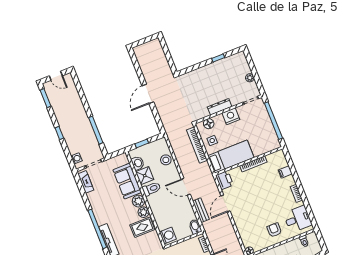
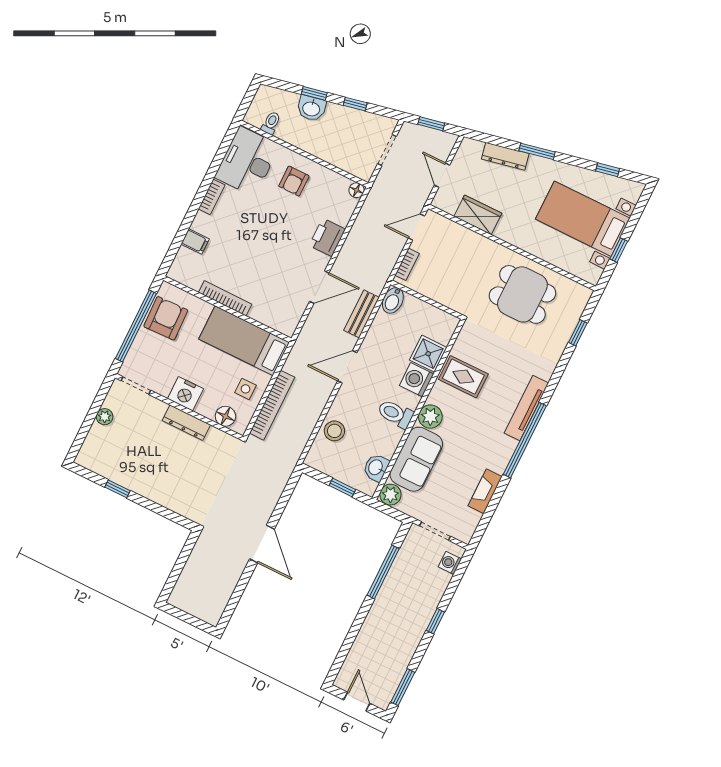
door: (148, 94) -> (262, 544), hinge flipped
armchair: (266, 135) -> (166, 318), added
shower: (145, 176) -> (428, 354), moved
printer: (224, 180) -> (327, 237), moved
fireplace: (86, 182) -> (485, 491), moved
door: (186, 187) -> (347, 367), swing flipped
plant: (144, 212) -> (390, 495), moved
desk: (298, 219) -> (247, 161), width x1.37
washing machine: (168, 235) -> (417, 380), moved

